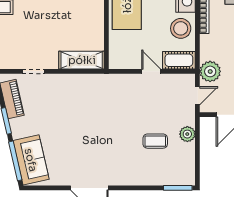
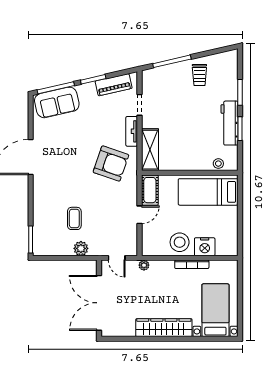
cot: (179, 60) -> (150, 190), moved
plant: (210, 71) -> (144, 265), width x0.53, depth x0.53
tv unit: (62, 80) -> (132, 131), added
armchair: (96, 102) -> (111, 164), added

